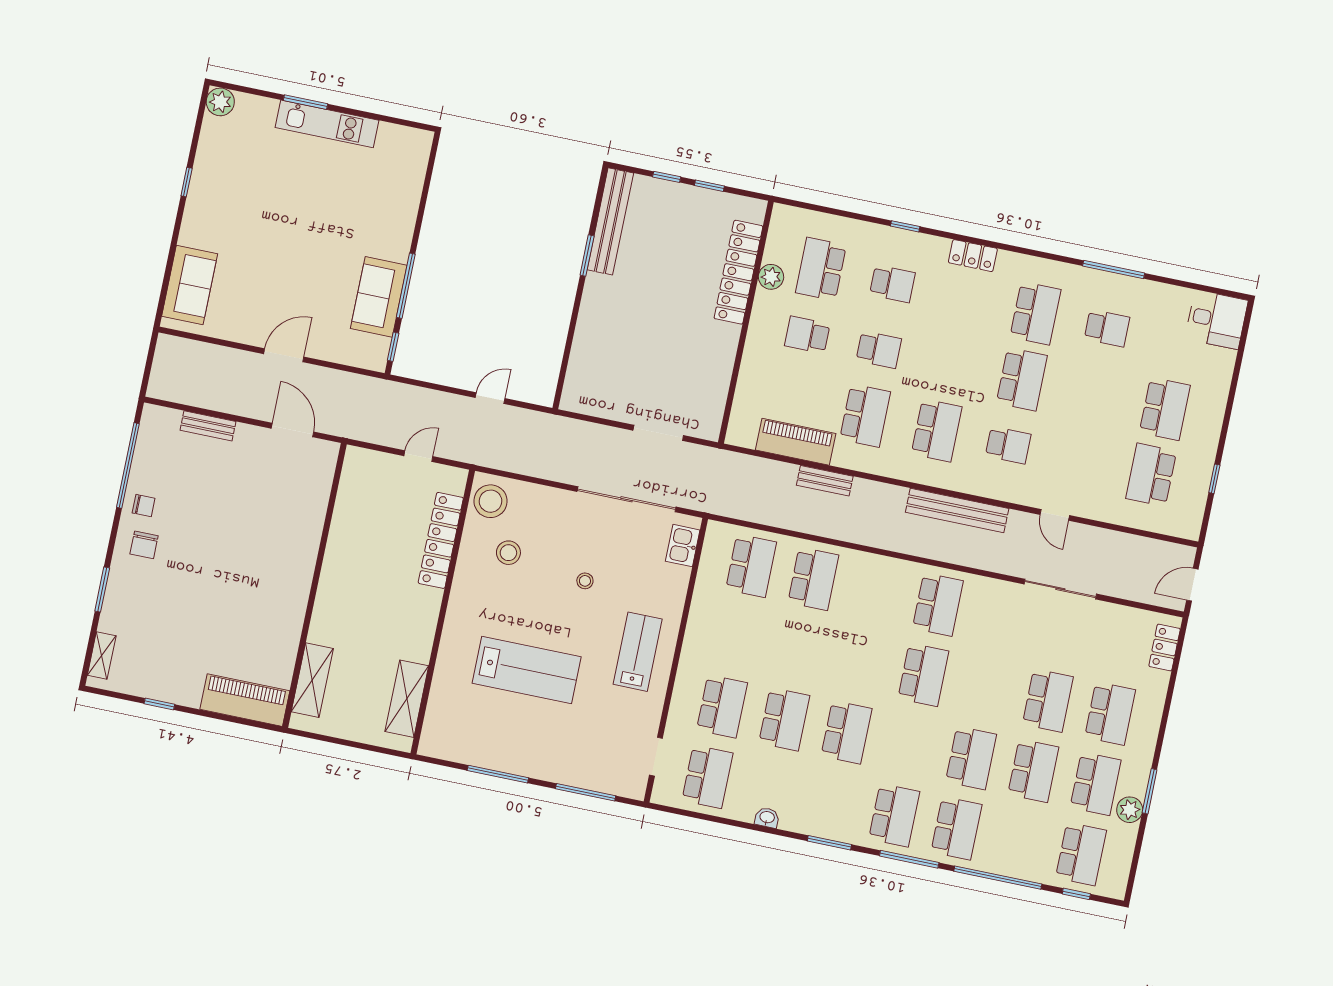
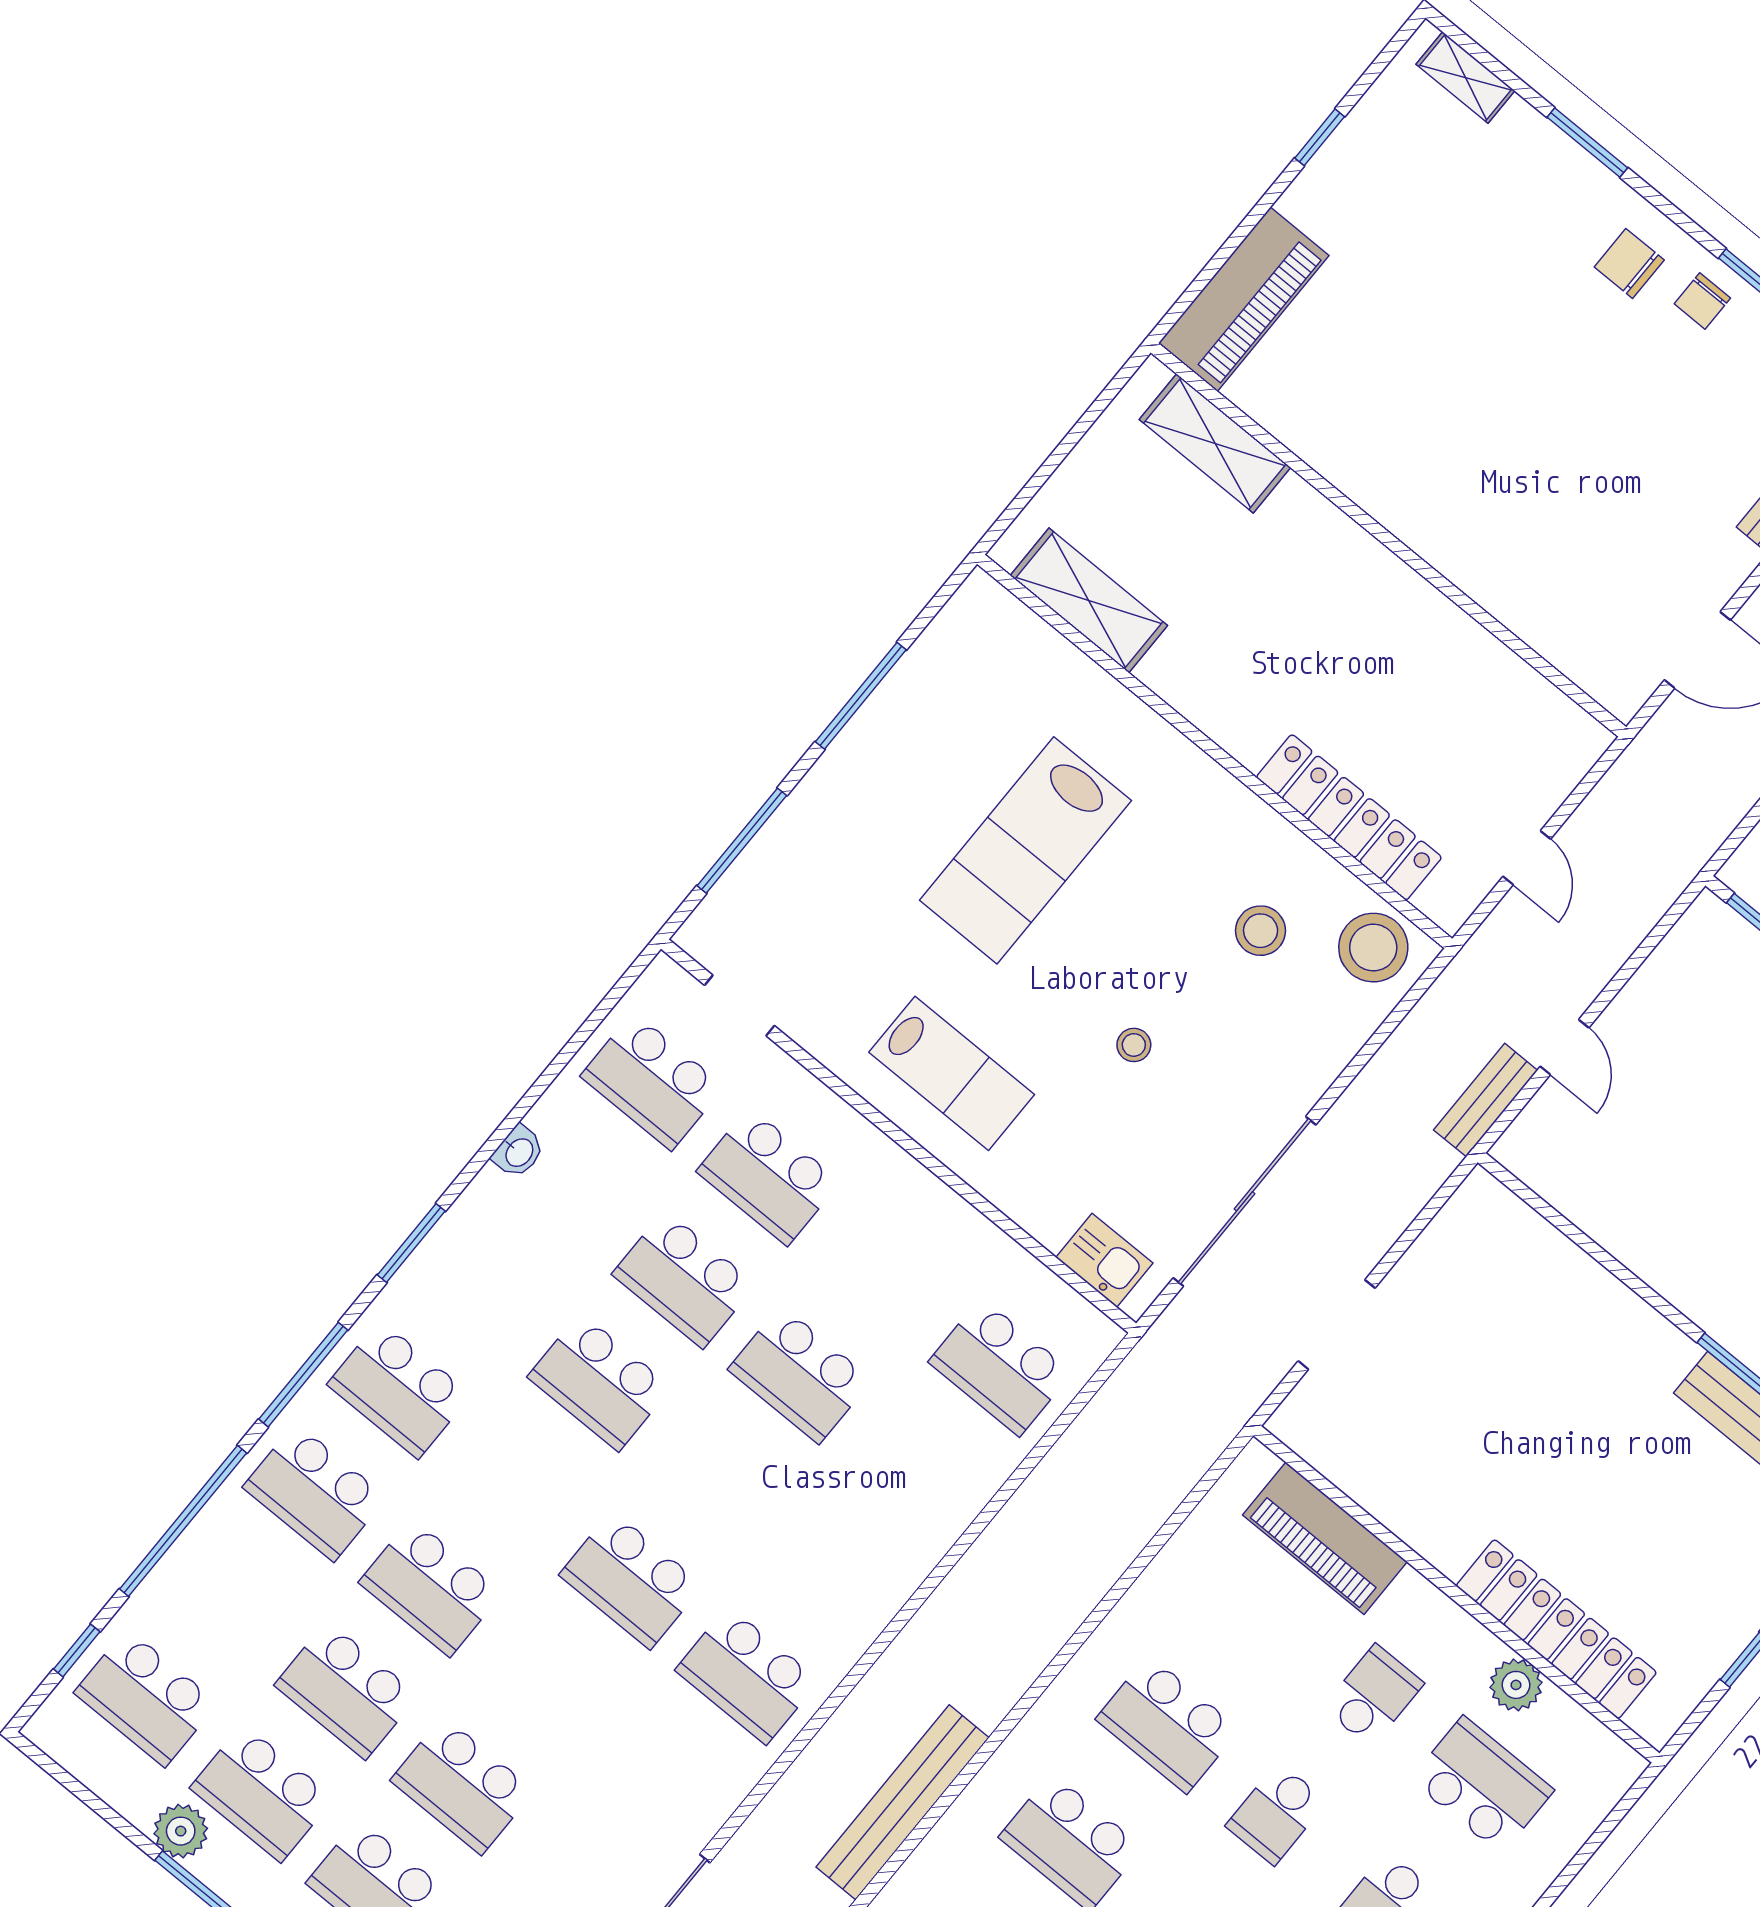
piano: (796, 442) -> (1325, 1538), moved, turned 90
bench: (825, 481) -> (1486, 1100), moved
school desk: (813, 579) -> (800, 1375), moved

